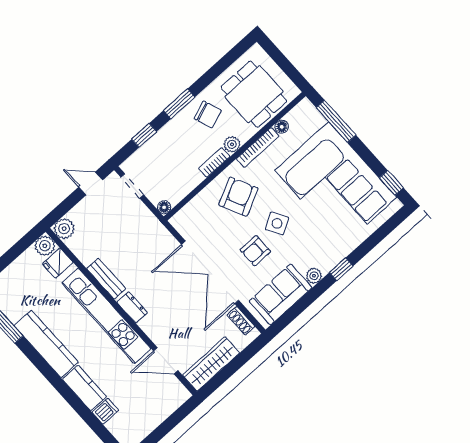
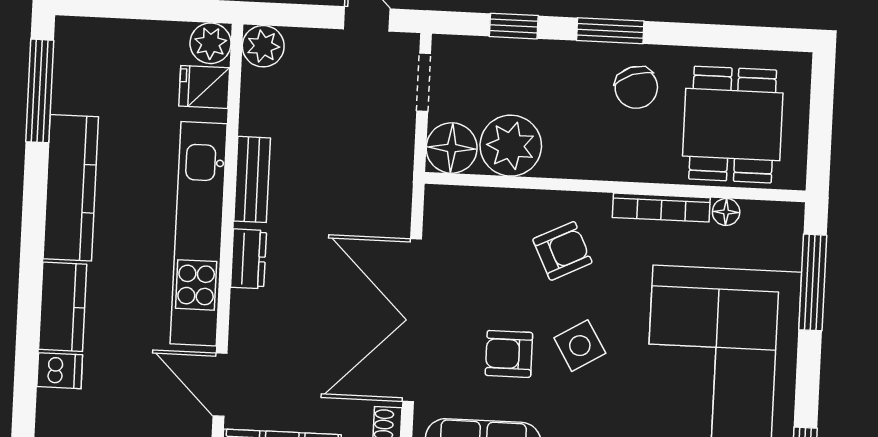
plant: (232, 144) -> (511, 146), moved, width x1.88, depth x1.88
bookcase: (214, 162) -> (577, 167), removed
armchair: (238, 197) -> (562, 251), width x0.72, depth x0.72
floor lamp: (164, 207) -> (452, 148), width x1.89, depth x1.89

